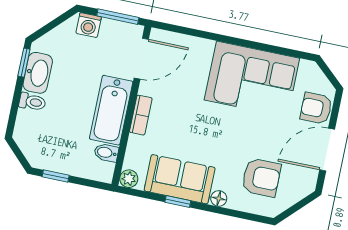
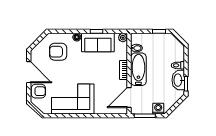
door: (327, 150) -> (29, 72), hinge flipped

